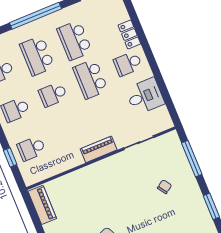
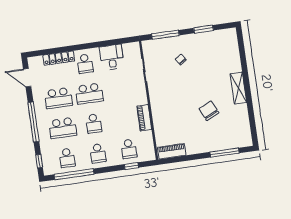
locker: (129, 34) -> (59, 58), width x1.53
piano: (99, 149) -> (144, 118), moved

